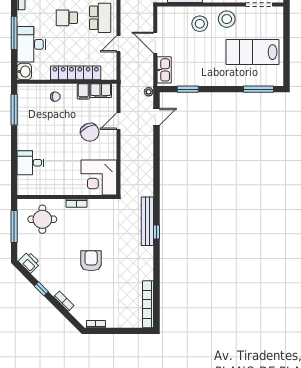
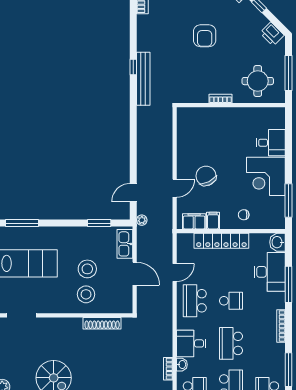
stool: (227, 19) -> (87, 269), moved
corner desk: (99, 178) -> (266, 176), moved, turned 180

